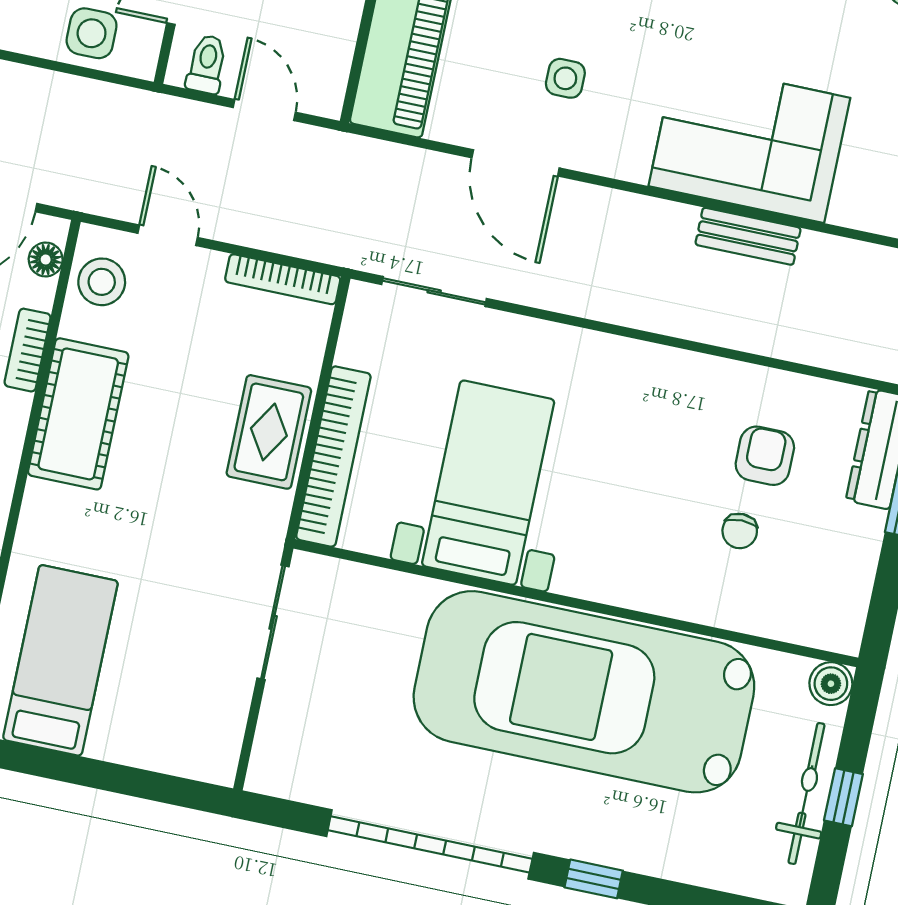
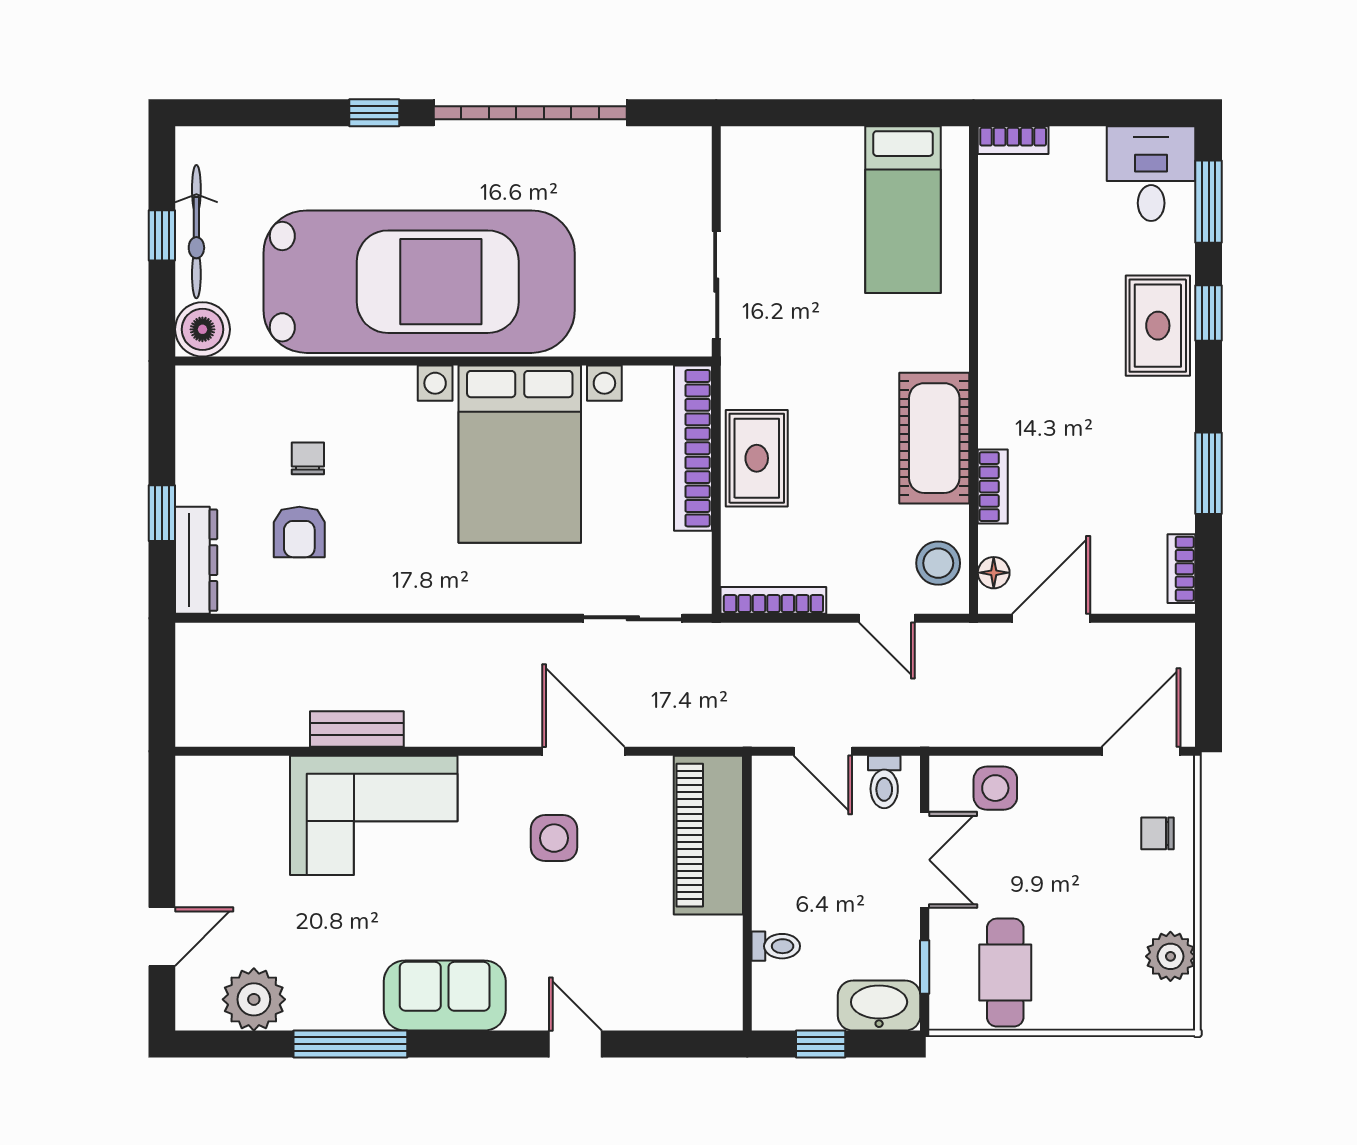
side table: (565, 78) -> (554, 838), width x1.37, depth x1.37
bed with nightstands: (488, 483) -> (520, 454), width x1.36
boiler: (831, 684) -> (202, 329), width x1.36, depth x1.36

